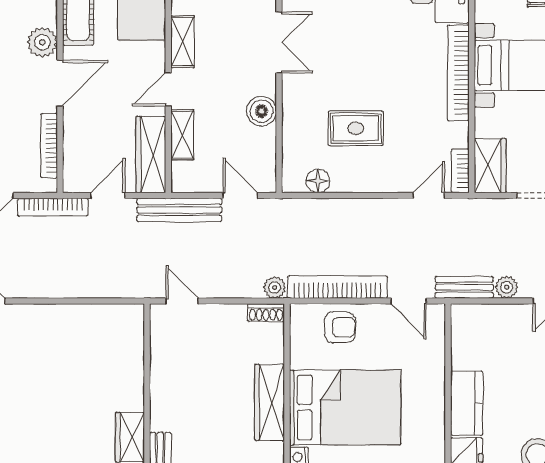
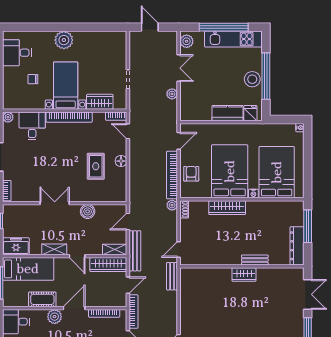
door: (60, 83) -> (74, 308), hinge flipped
shelving: (182, 135) -> (115, 249), moved
wardrobe: (490, 166) -> (100, 102), moved
floor lamp: (318, 181) -> (121, 161), moved
door: (108, 195) -> (128, 285), swing flipped
bench: (464, 287) -> (172, 276), moved

